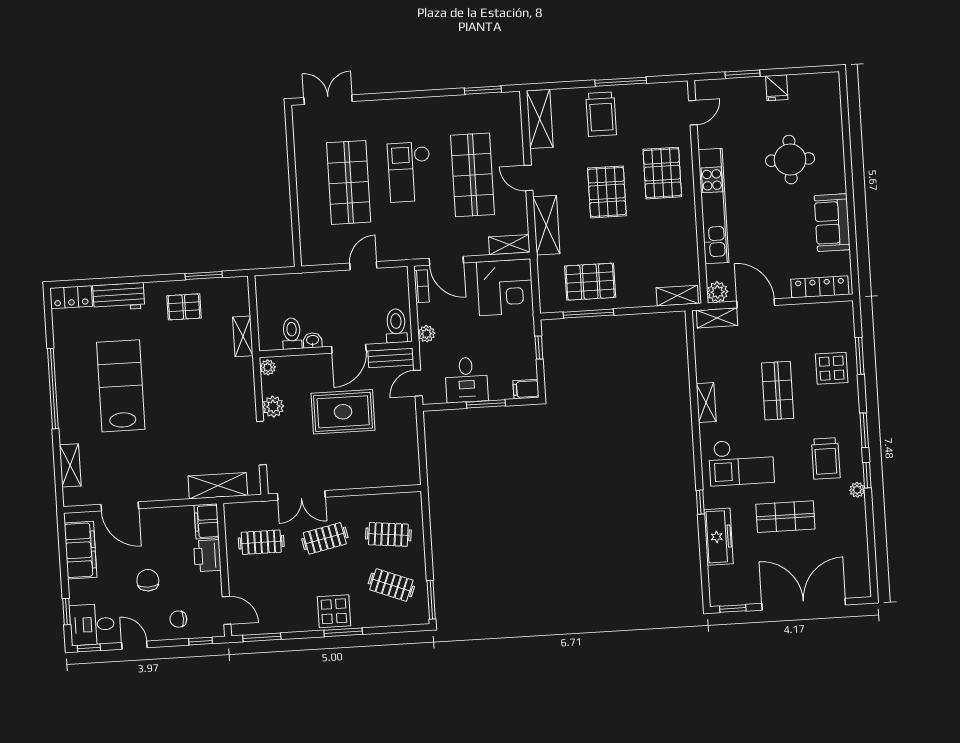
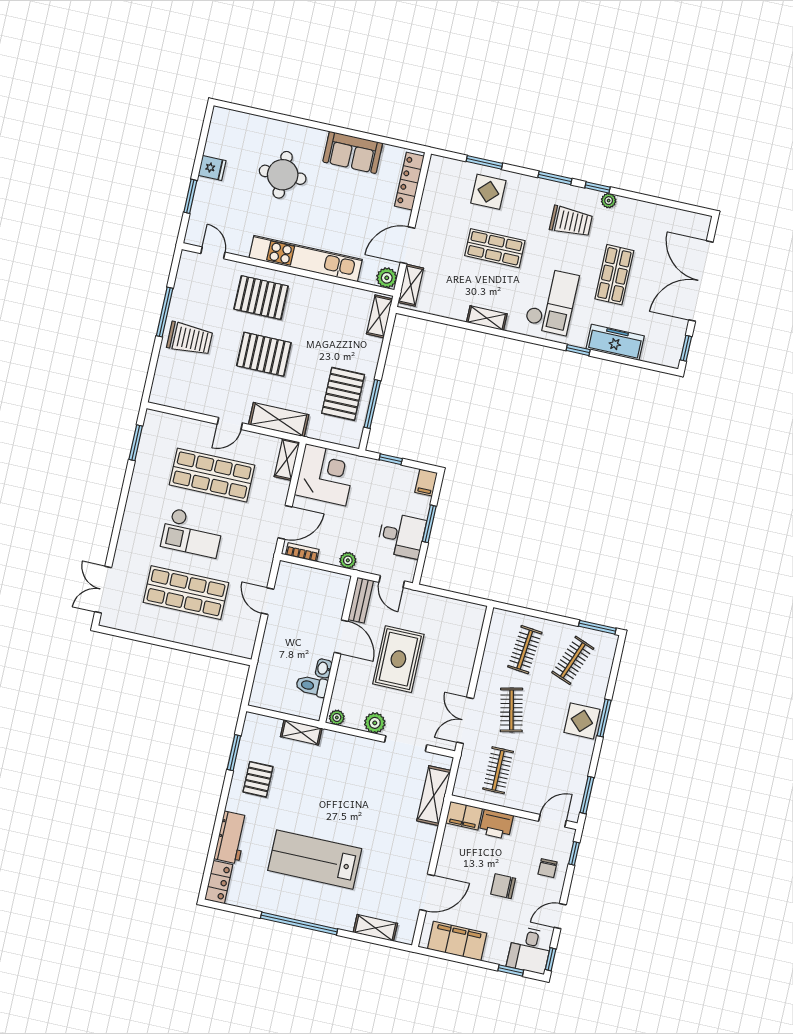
shelving: (540, 119) -> (178, 397), removed
toilet: (396, 326) -> (332, 587), removed
double door: (301, 495) -> (465, 720), swing flipped

